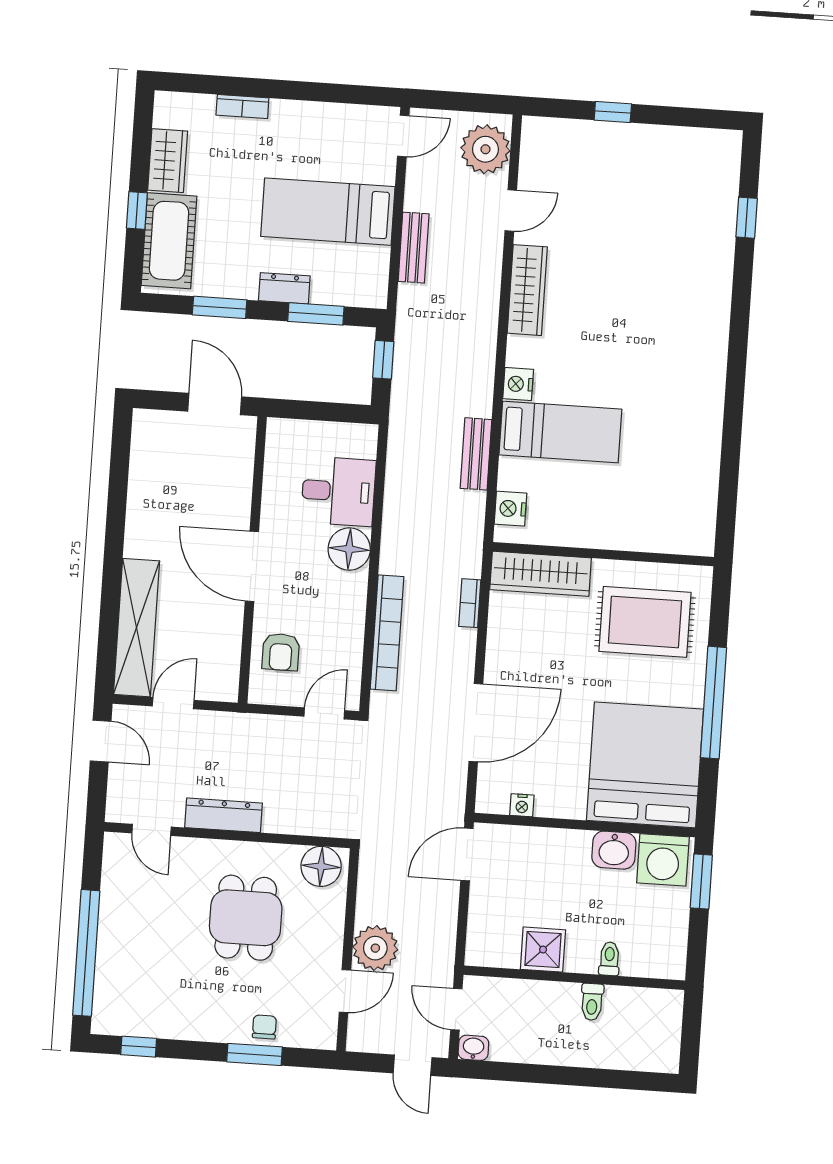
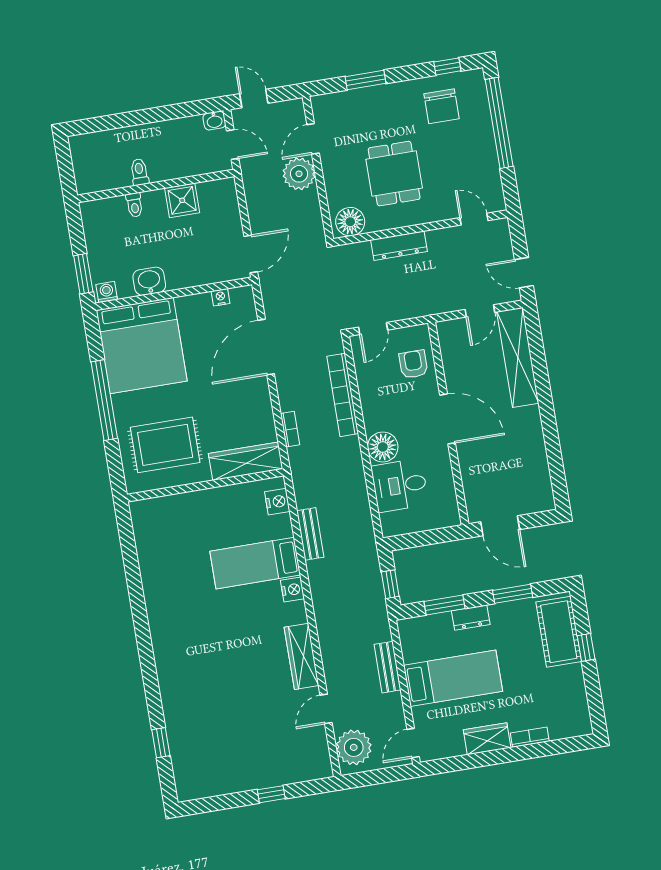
wardrobe: (168, 161) -> (487, 739), moved, turned 90
dresser: (224, 815) -> (399, 246), moved
washing machine: (663, 860) -> (107, 292), width x0.53, depth x0.53
chair: (264, 1027) -> (442, 106), moved, width x1.87, depth x1.87

